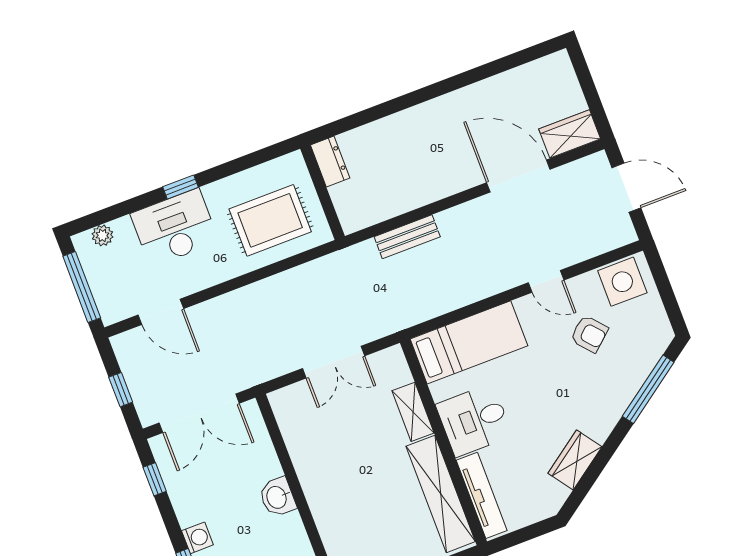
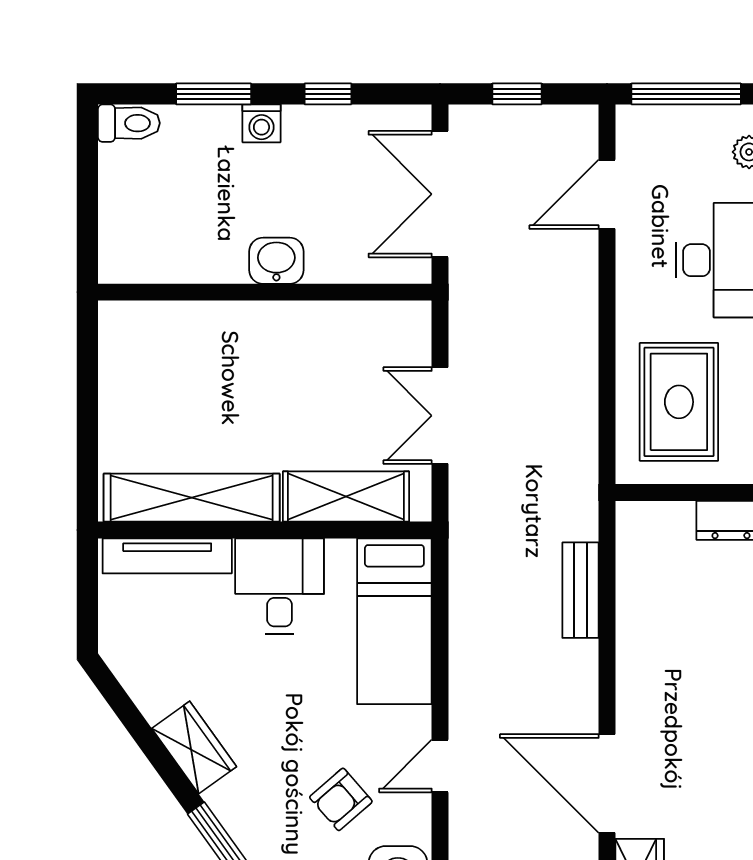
door: (518, 176) -> (607, 784), swing flipped
shelving: (413, 412) -> (346, 496), width x1.50, depth x1.33
wardrobe: (575, 460) -> (194, 747), moved
window: (155, 479) -> (328, 94), moved

